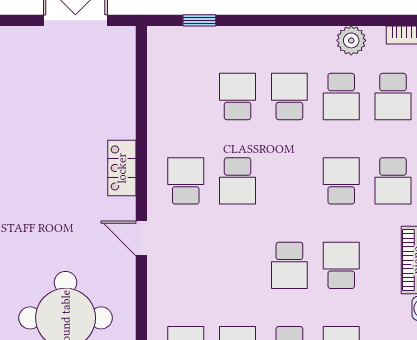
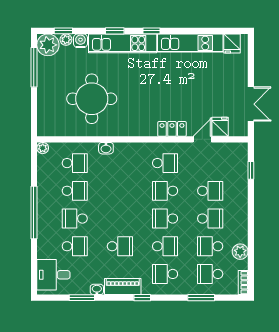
fridge: (118, 78) -> (220, 127), added
door: (141, 238) -> (202, 139), moved
school desk: (289, 265) -> (165, 219), moved
washbasin: (158, 291) -> (106, 148), added

